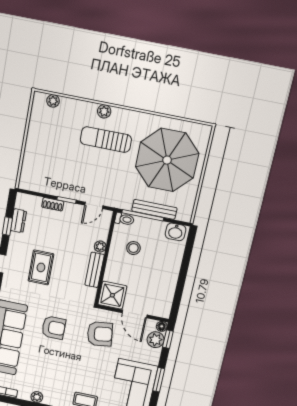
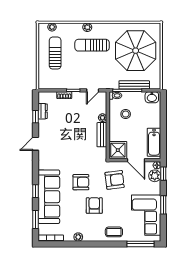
sun lounger: (51, 141) -> (55, 53), added
rug: (41, 267) -> (64, 141), removed
bathtub: (165, 295) -> (154, 142), added
armchair: (66, 362) -> (94, 206), added

